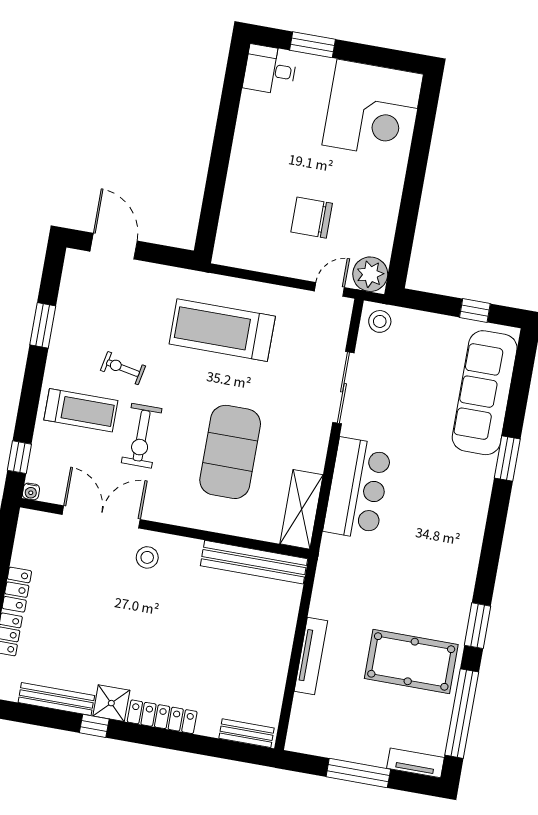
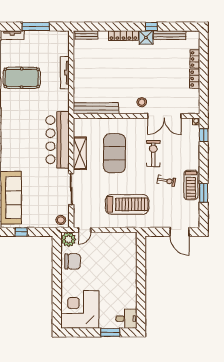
chair: (312, 218) -> (73, 261), moved
treadmill: (81, 410) -> (191, 185), moved, turned -90
bar counter: (358, 489) -> (58, 140), width x1.36
shelving: (302, 509) -> (80, 153), moved

